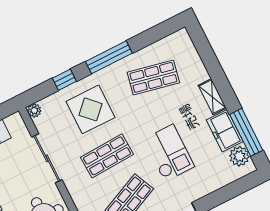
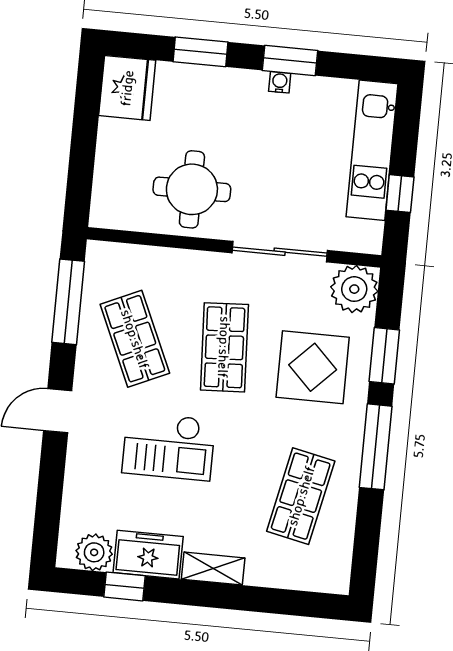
window: (64, 80) -> (384, 356), width x1.50
plant: (34, 110) -> (354, 289), width x1.87, depth x1.87
window: (246, 132) -> (124, 586), width x0.46

